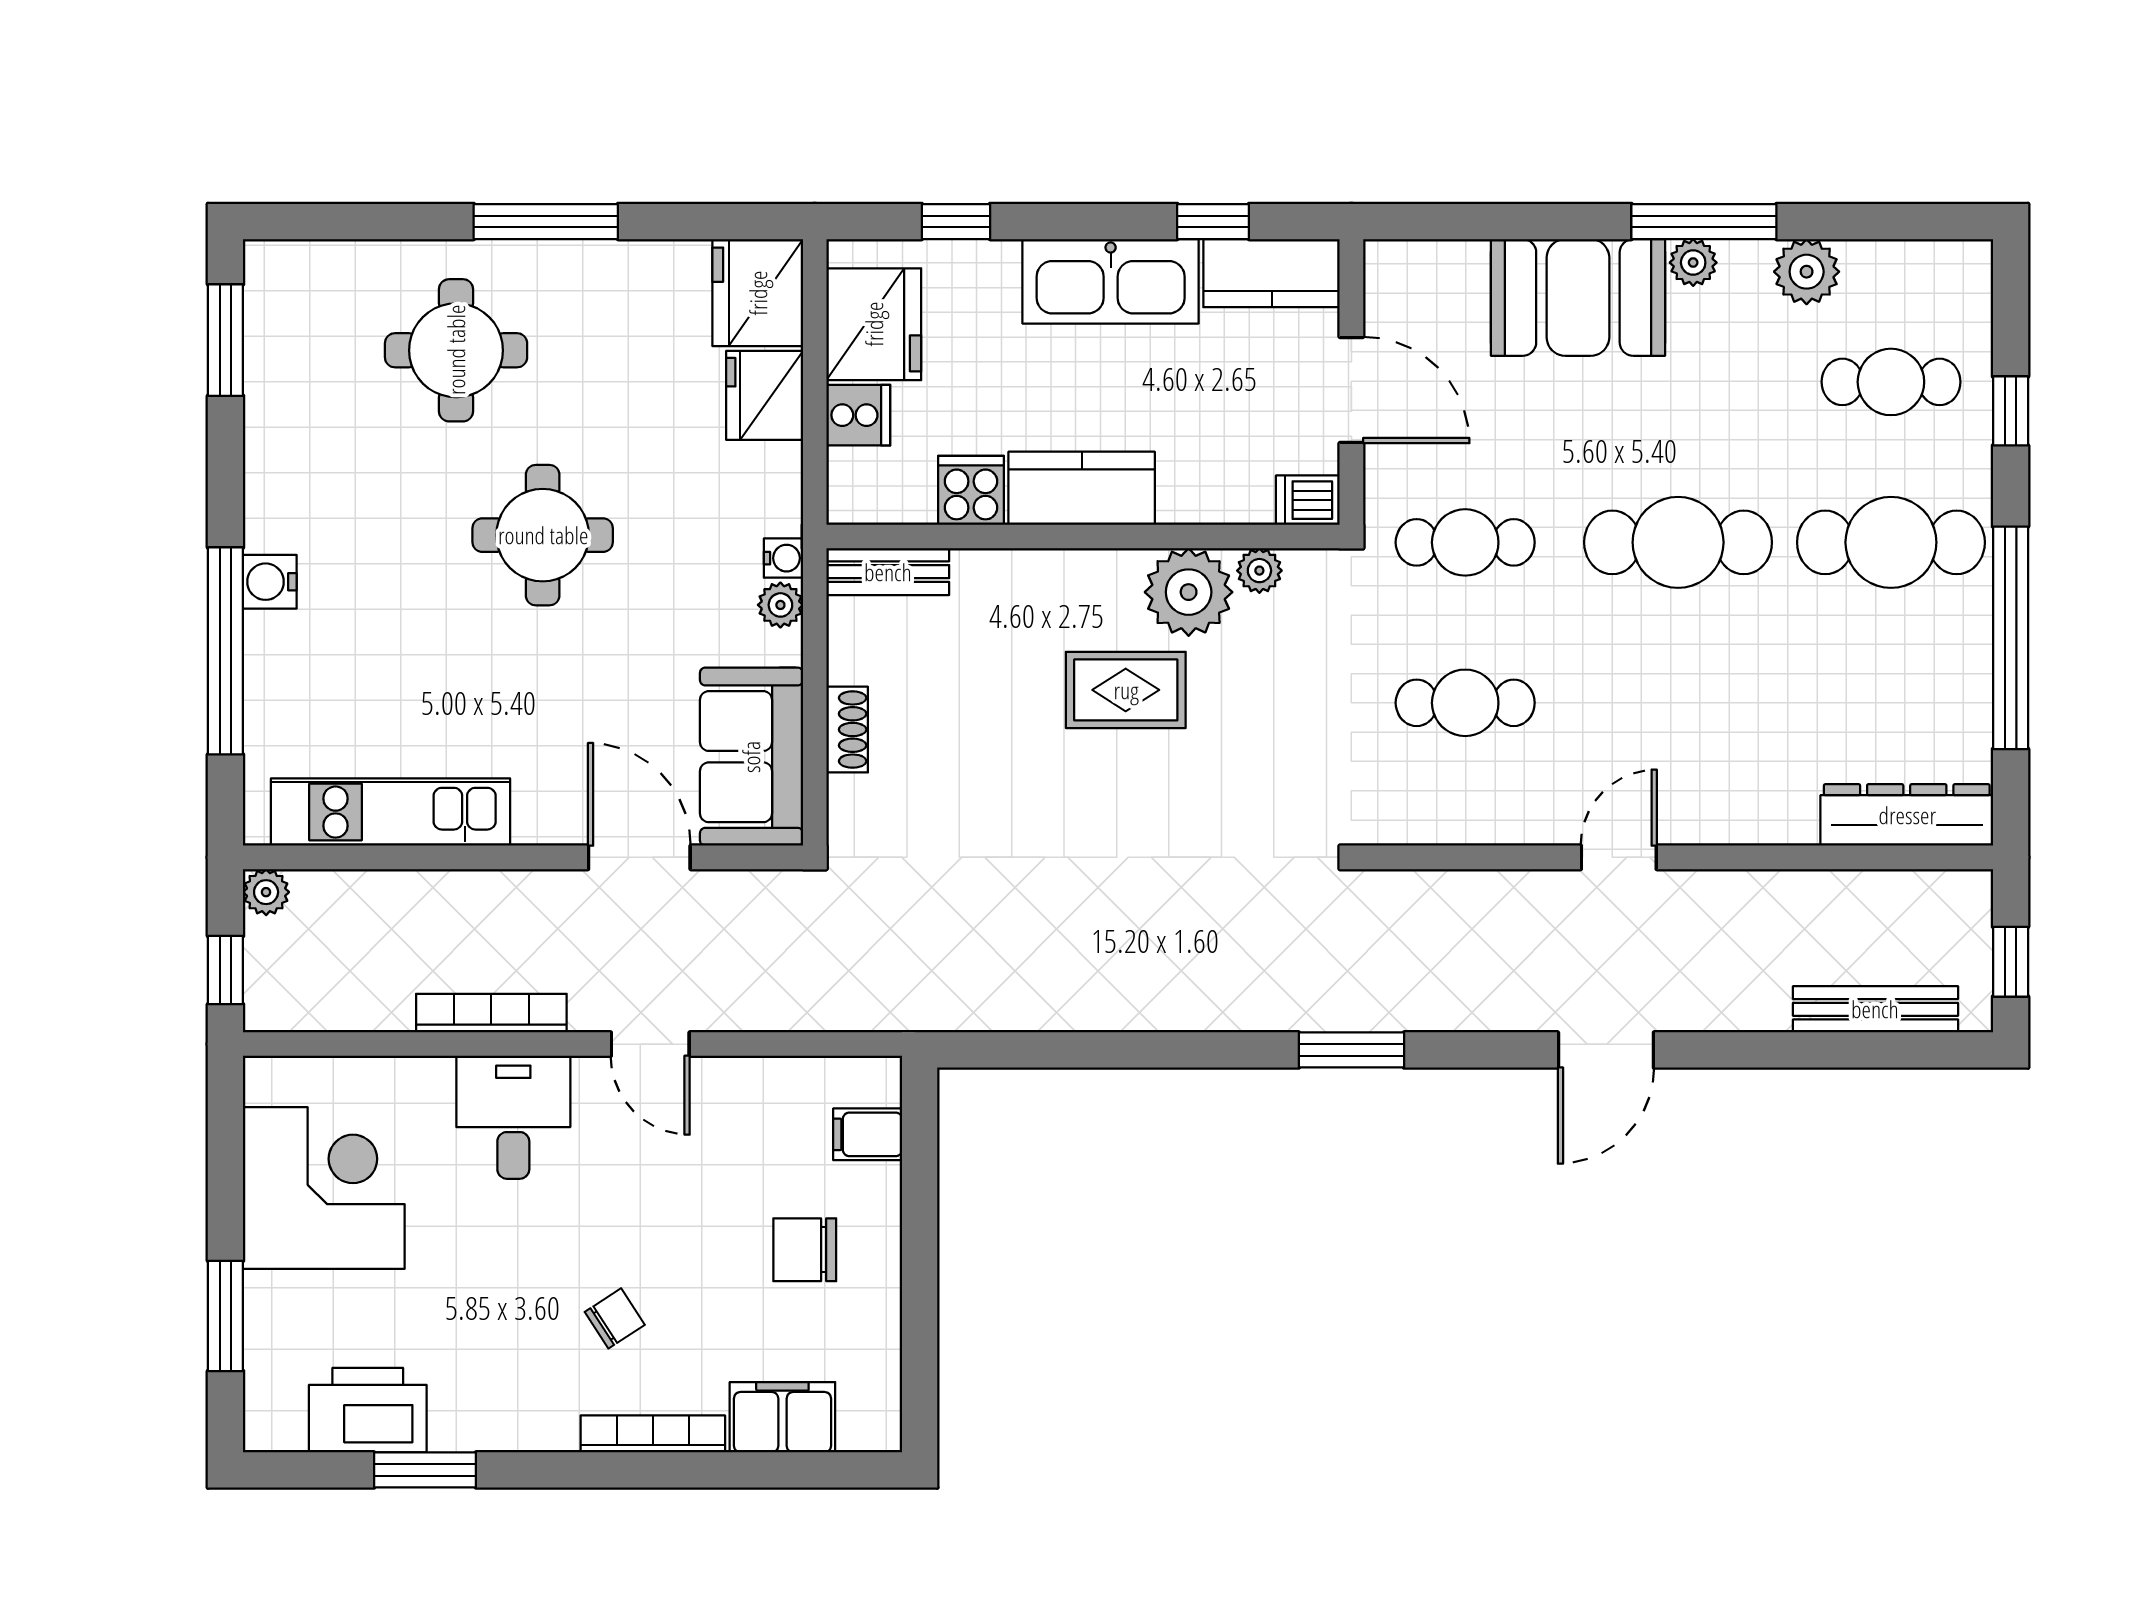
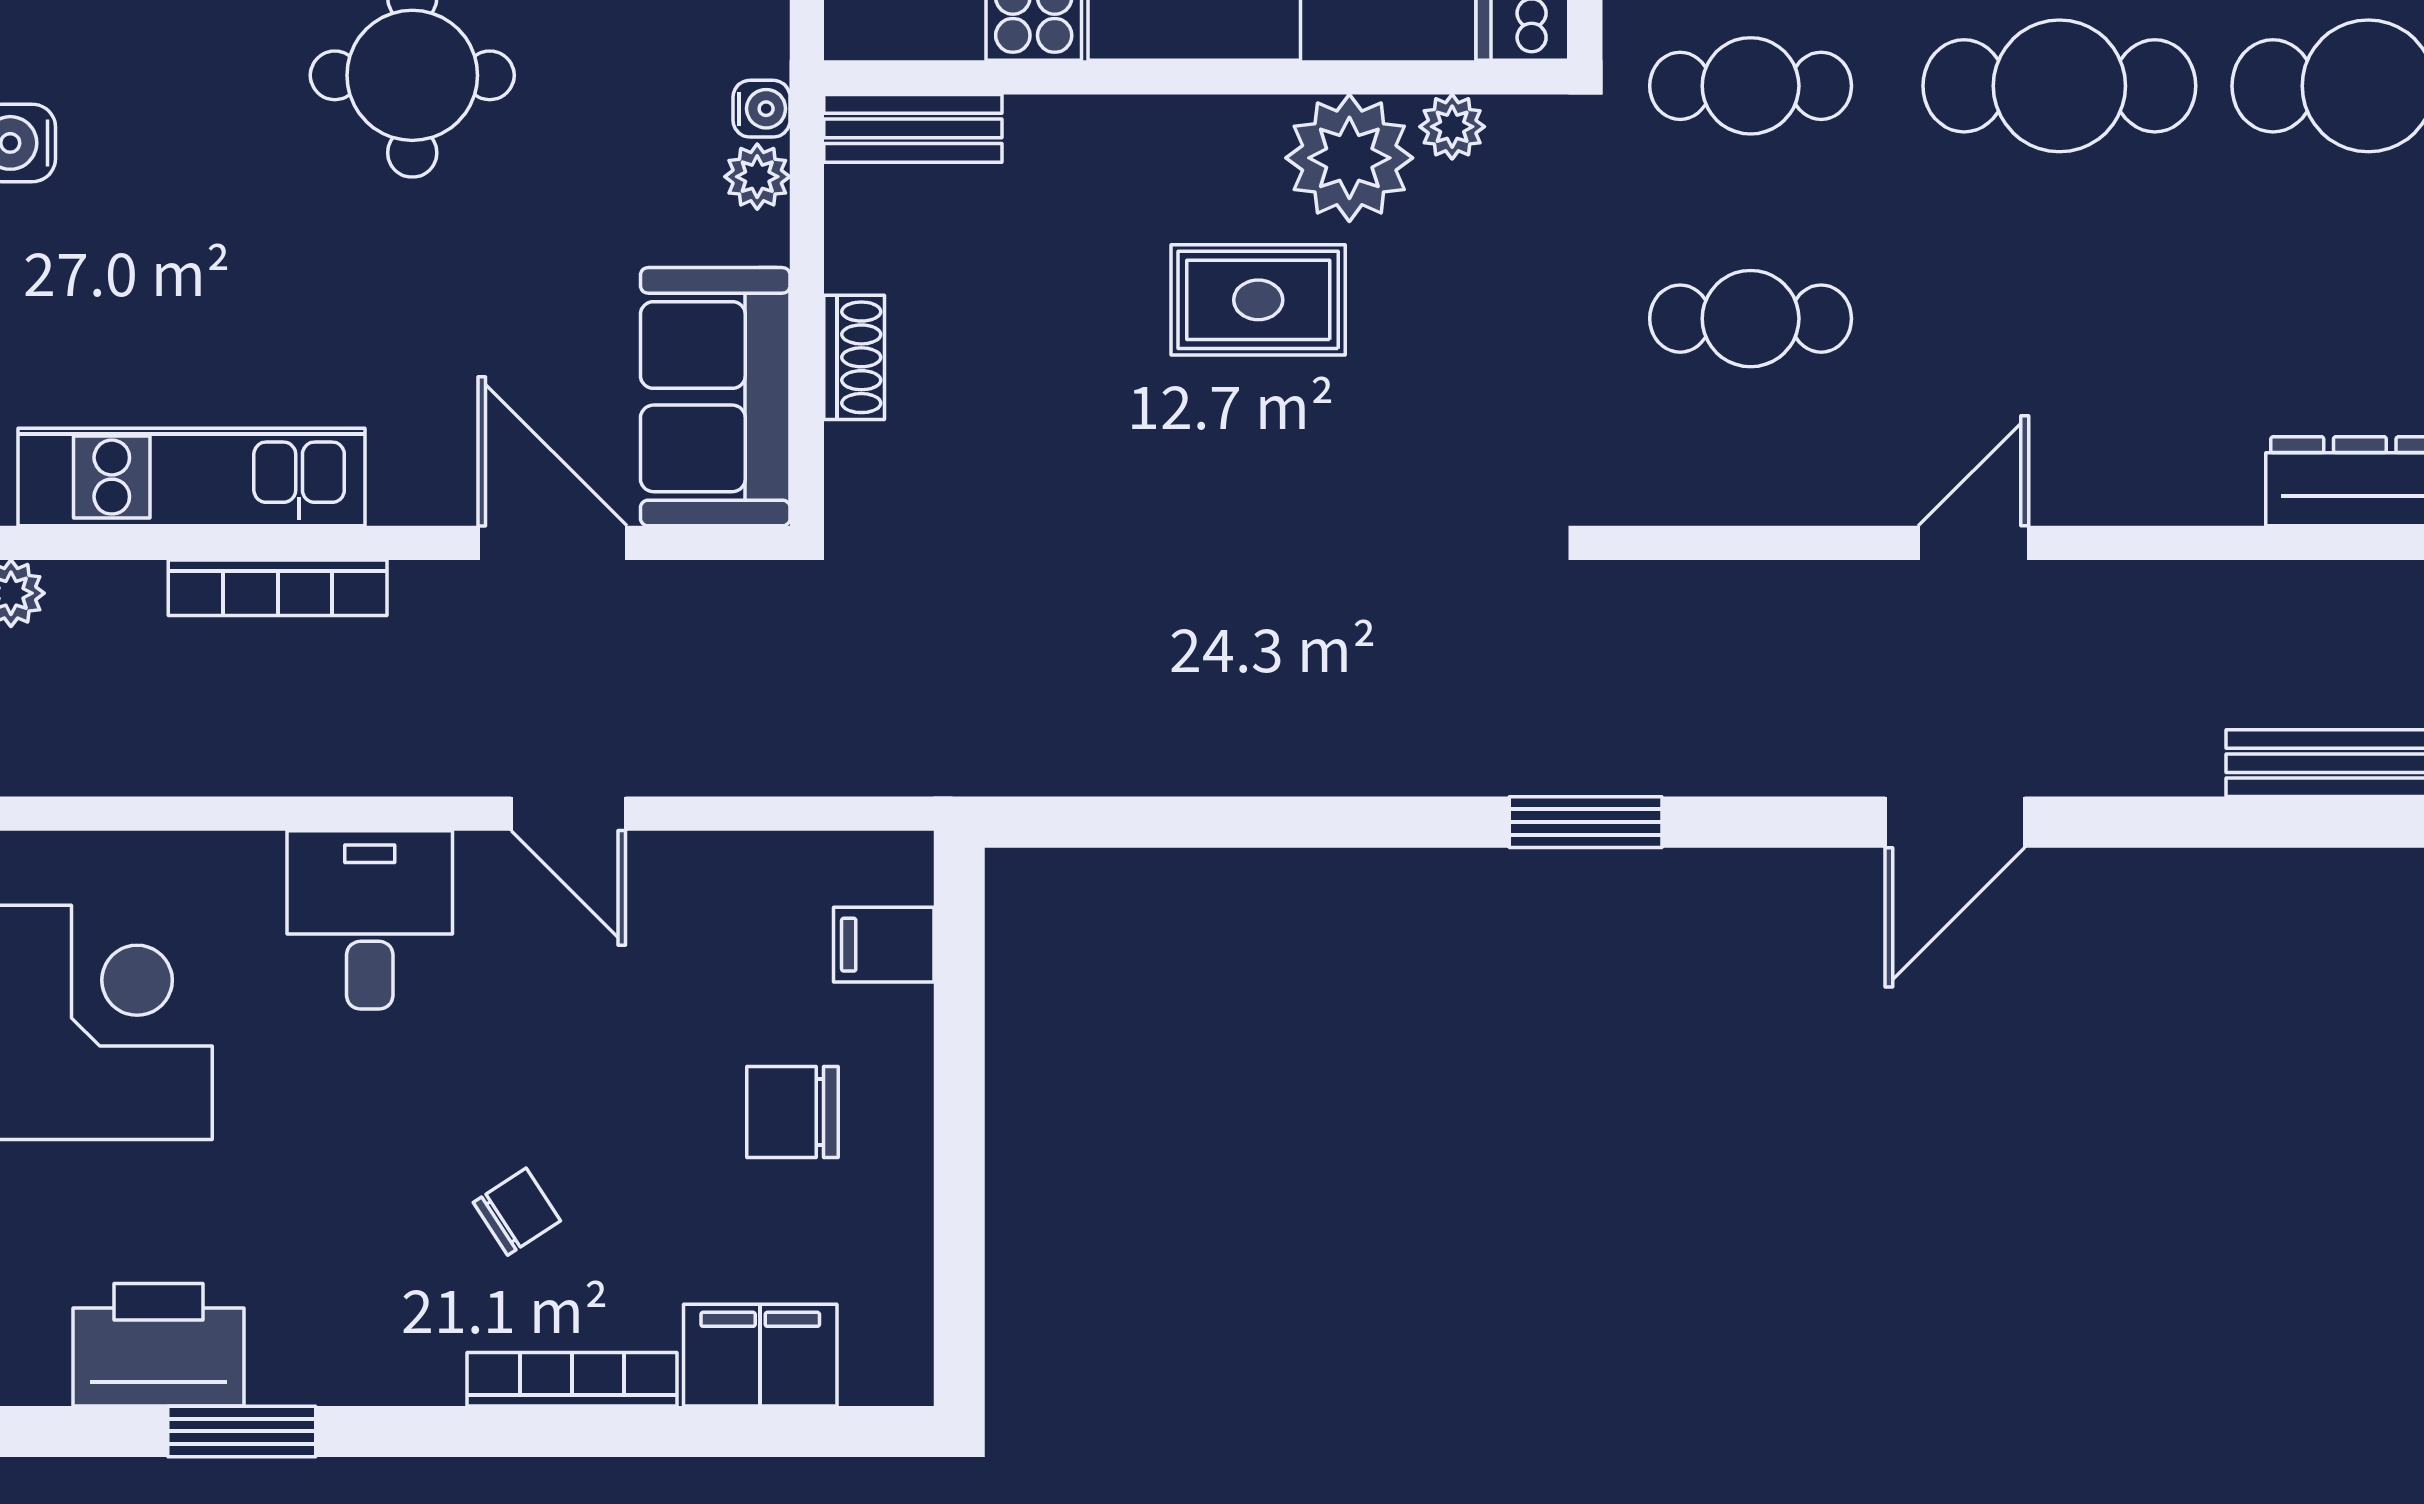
bookcase: (491, 1013) -> (278, 588), moved, turned 180

